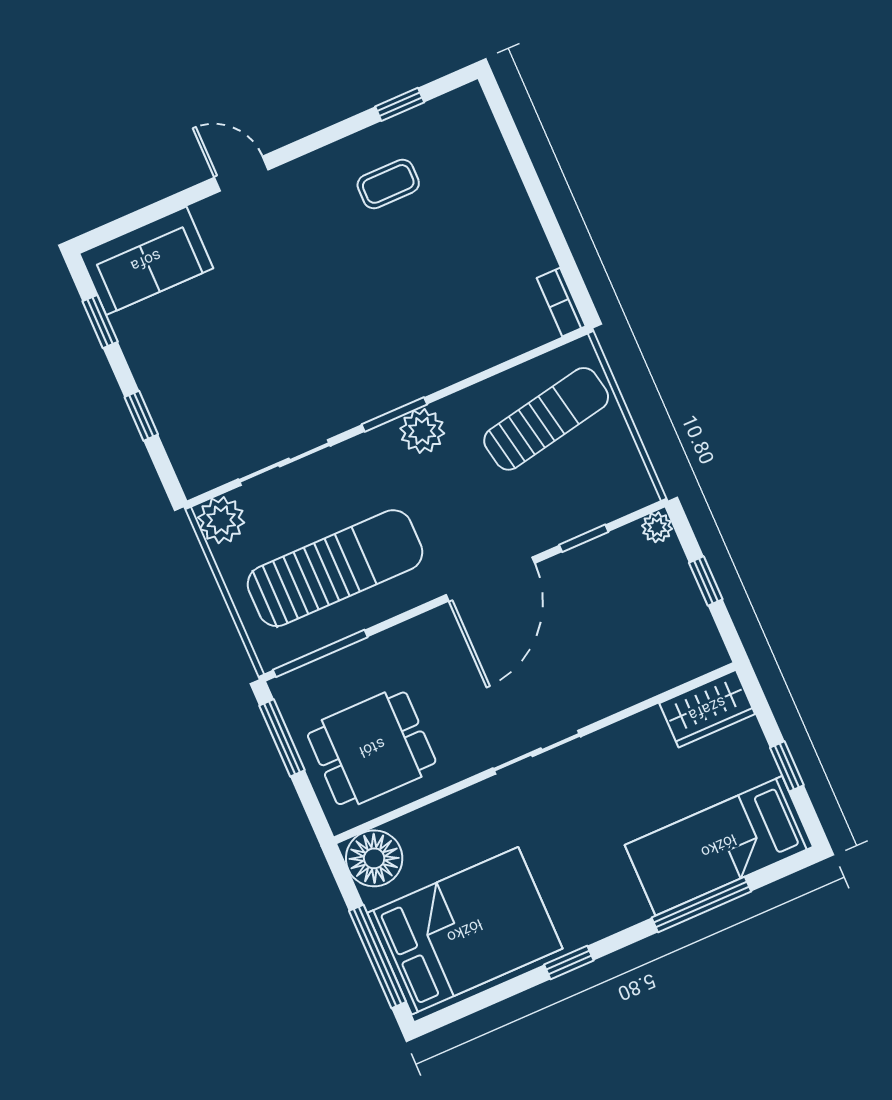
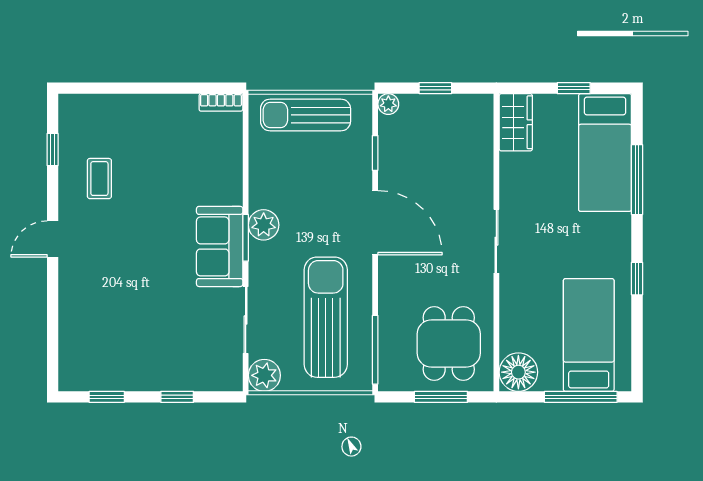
door: (241, 174) -> (53, 239), moved
sofa: (146, 261) -> (220, 246), moved, turned 180
sun lounger: (546, 419) -> (306, 115), moved, turned -79
window: (282, 738) -> (441, 397), moved
bed: (465, 931) -> (589, 335), width x0.67

